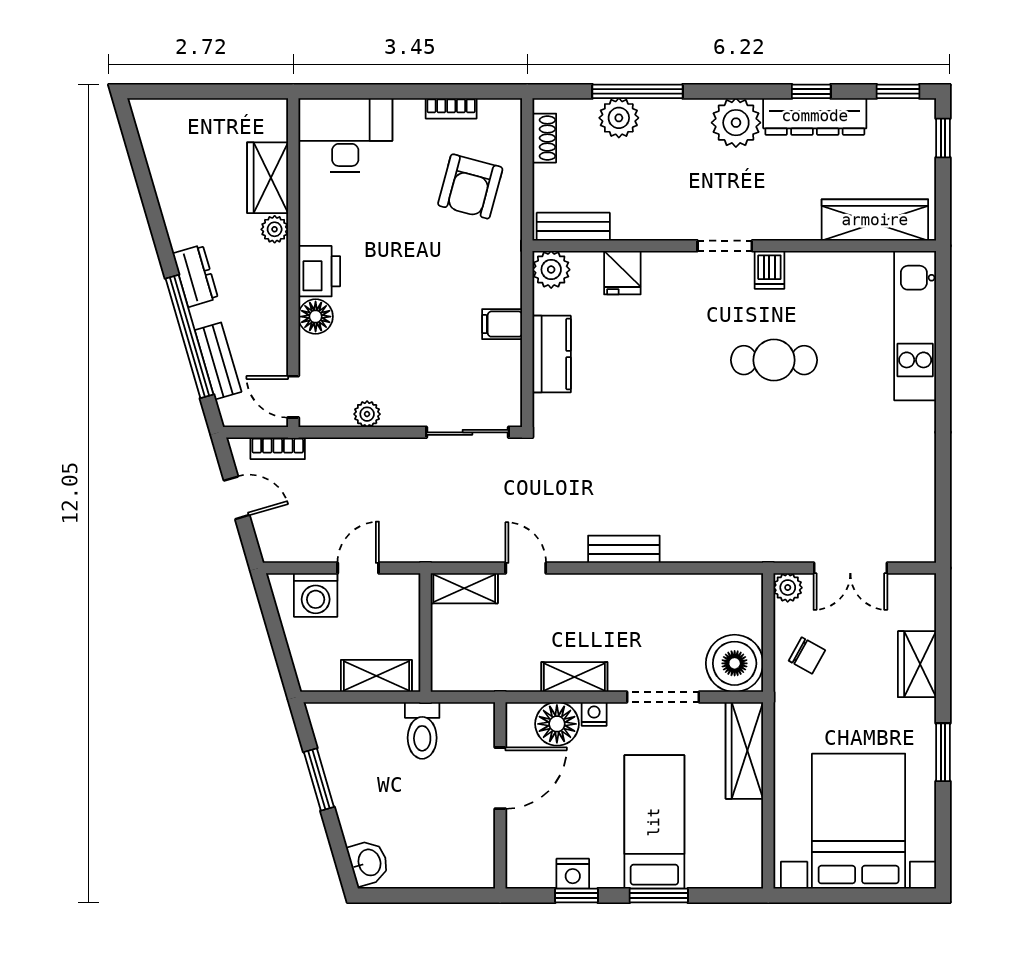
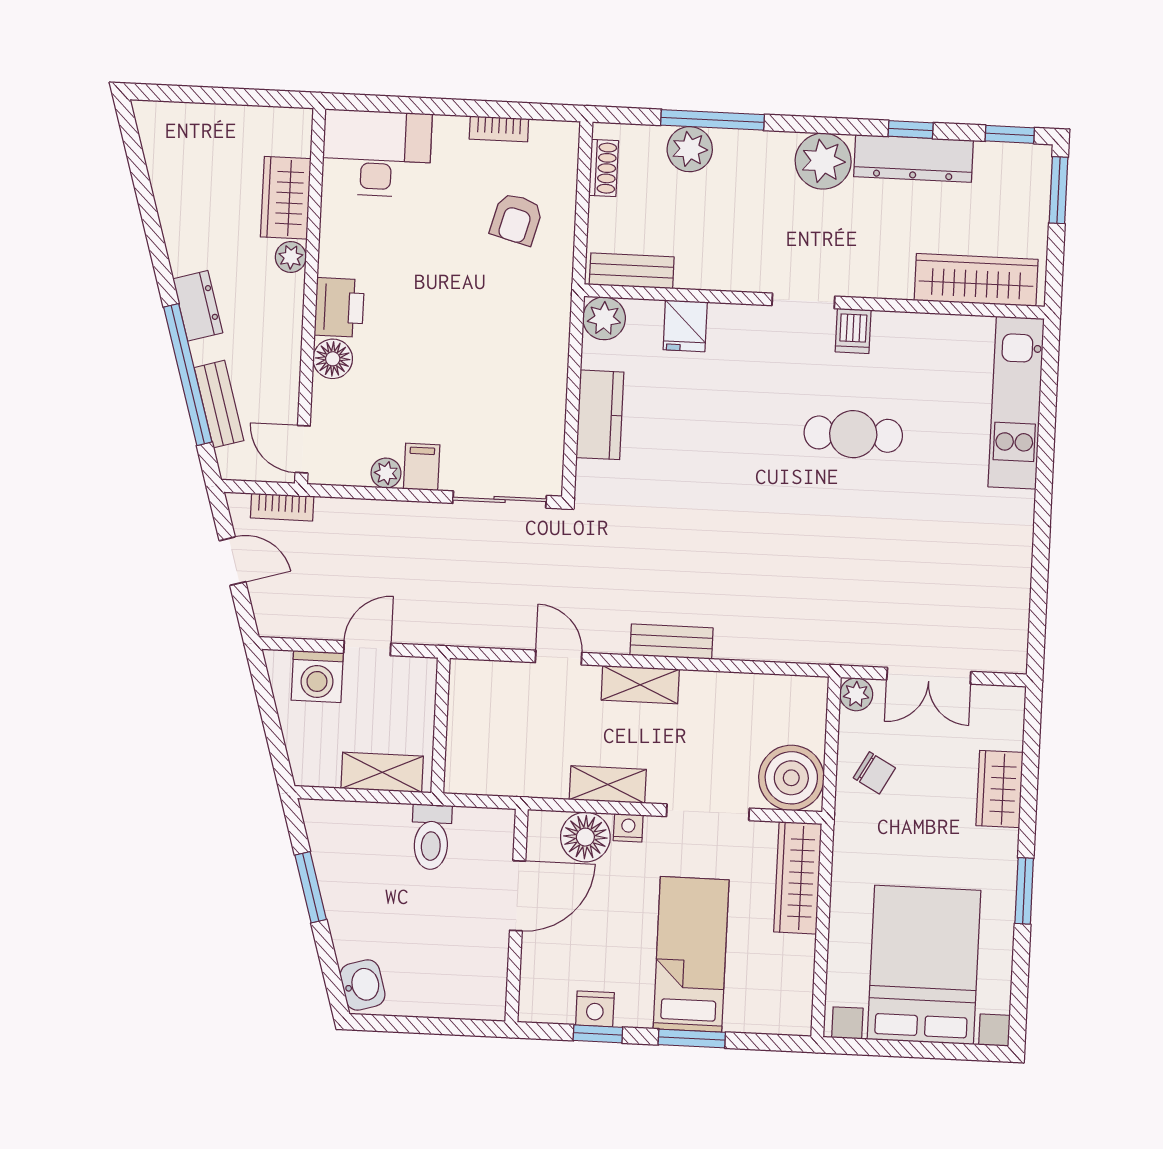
window: (943, 138) -> (1058, 190), width x1.50
armchair: (470, 186) -> (516, 219), width x0.72, depth x0.72
filing cabinet: (502, 324) -> (422, 467), moved, turned 90
shelving: (464, 588) -> (640, 685), moved

